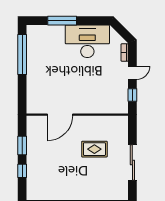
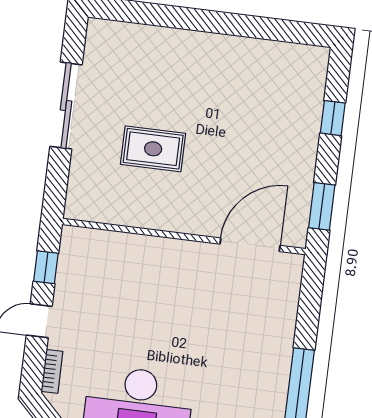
door: (60, 115) -> (250, 245), moved
window: (22, 146) -> (322, 206), moved

